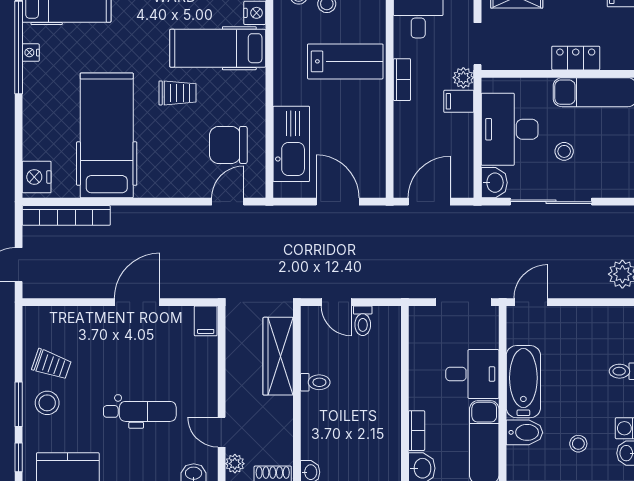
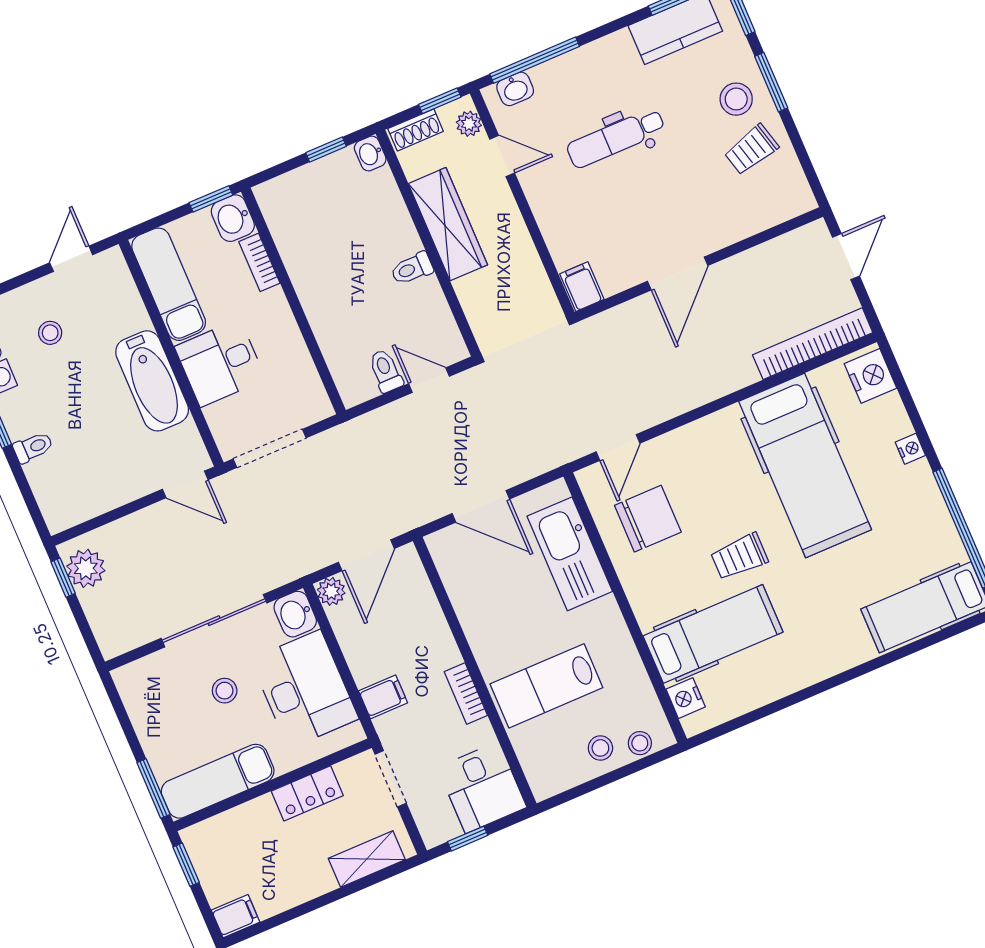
nightstand: (31, 53) -> (910, 449), moved
locker: (576, 58) -> (307, 793), moved
plant: (463, 78) -> (331, 591), moved
door: (531, 302) -> (185, 484), hinge flipped
wardrobe: (278, 356) -> (448, 224), moved
trolley: (51, 364) -> (751, 150), turned -34
bidet: (525, 432) -> (123, 318), removed

